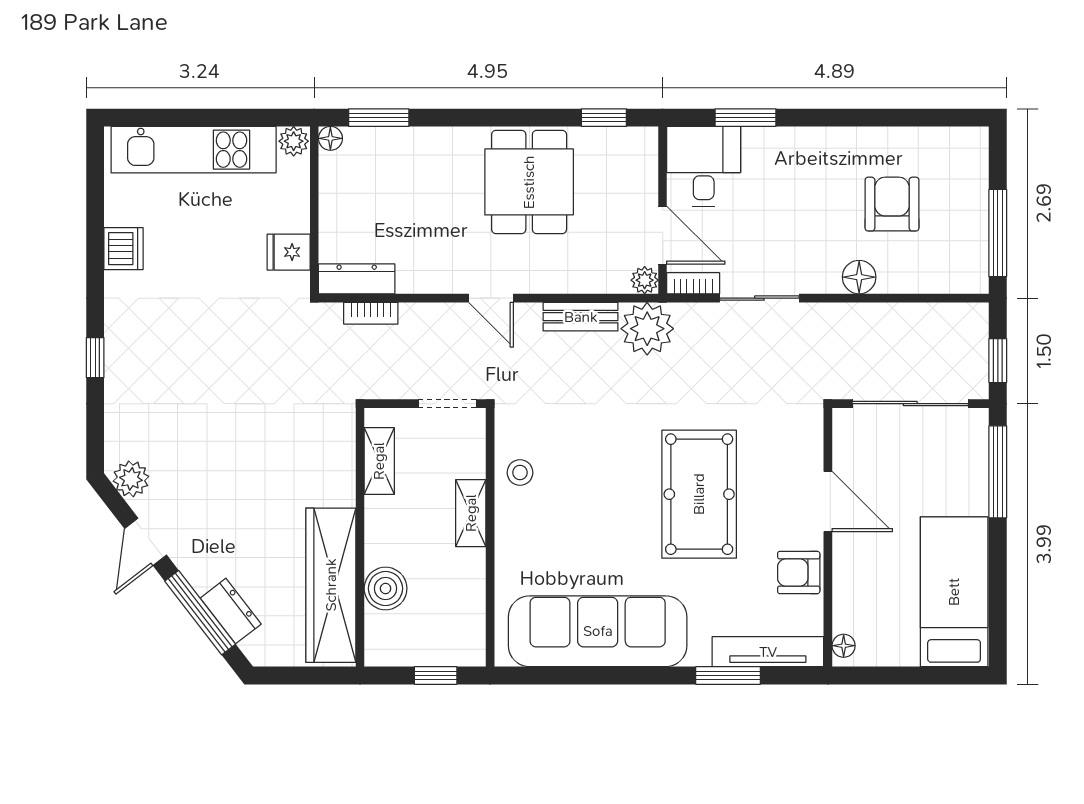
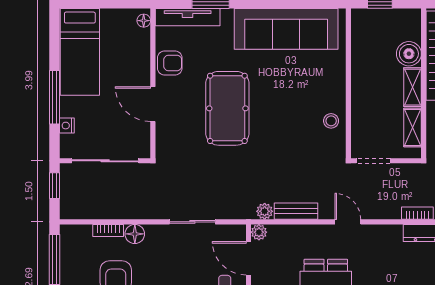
bookcase: (693, 283) -> (108, 230), moved
plant: (647, 329) -> (265, 211), width x0.53, depth x0.53
nightstand: (976, 464) -> (67, 126), added
window: (998, 472) -> (55, 97), moved
shelving: (471, 513) -> (412, 87), moved

